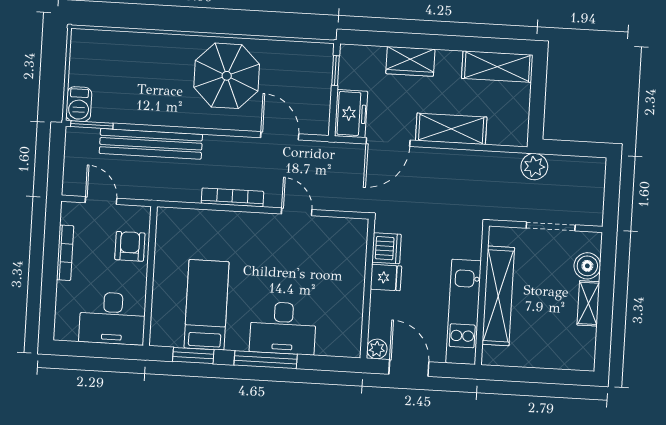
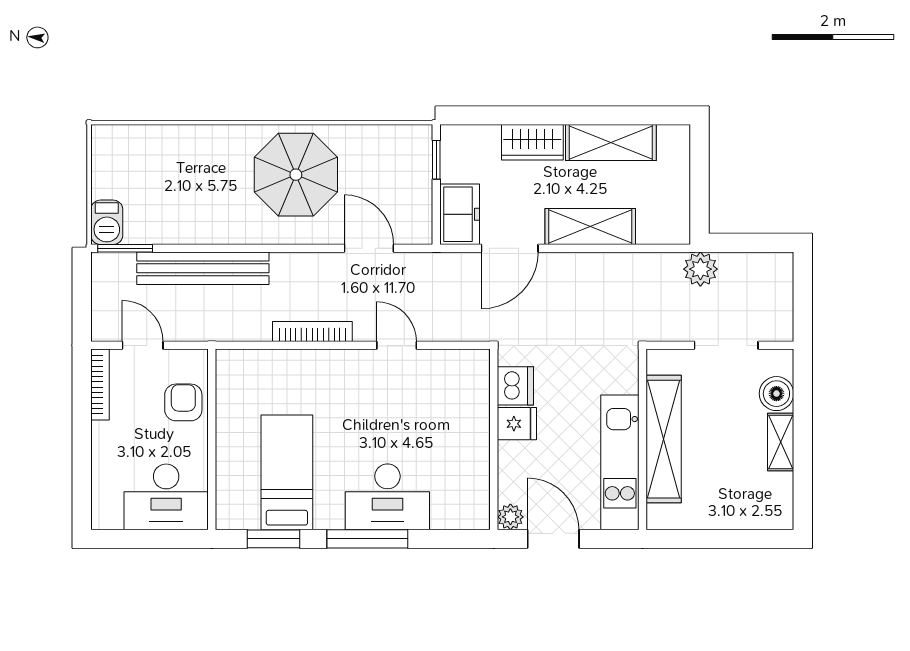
shelving: (497, 67) -> (611, 143), moved
bookcase: (65, 253) -> (100, 385), moved

